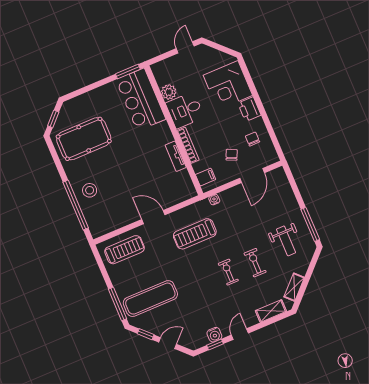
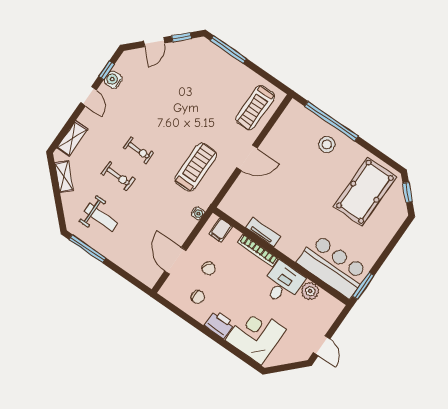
weight bench: (286, 241) -> (101, 217), turned 180
exercise mat: (150, 299) -> (199, 75), removed

